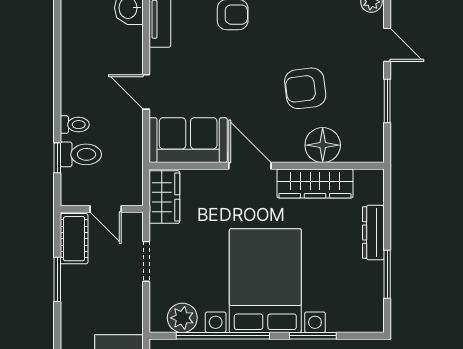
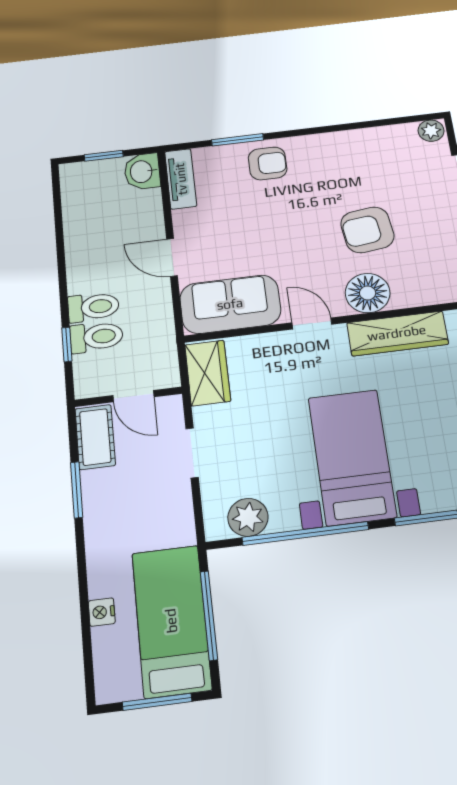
toilet: (75, 125) -> (93, 307), width x1.37, depth x1.39
floor lamp: (323, 145) -> (368, 293), moved
door: (250, 166) -> (312, 323), width x0.73
bed with nightstands: (265, 281) -> (352, 457), width x0.73

